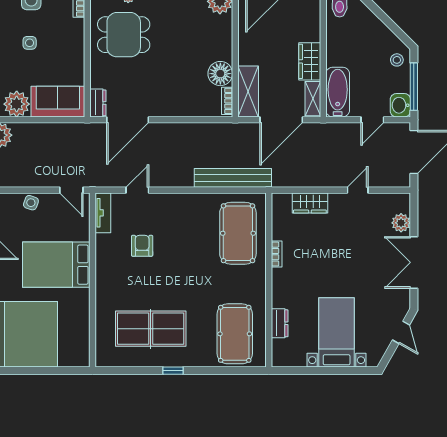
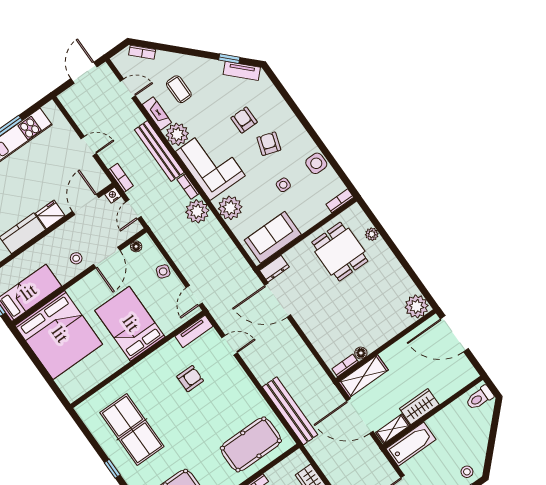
floor lamp: (220, 74) -> (361, 353), width x0.53, depth x0.53
sofa: (58, 102) -> (273, 237), moved, turned -90

